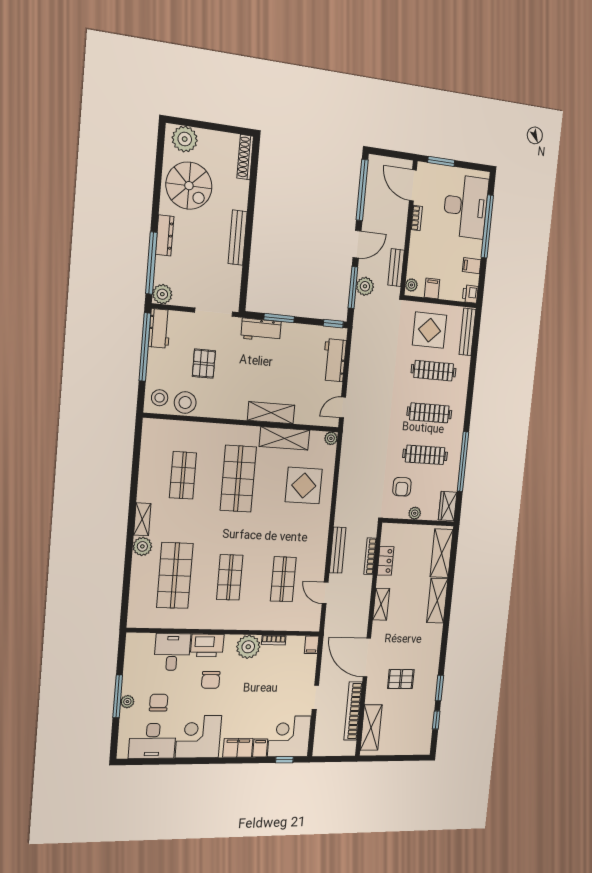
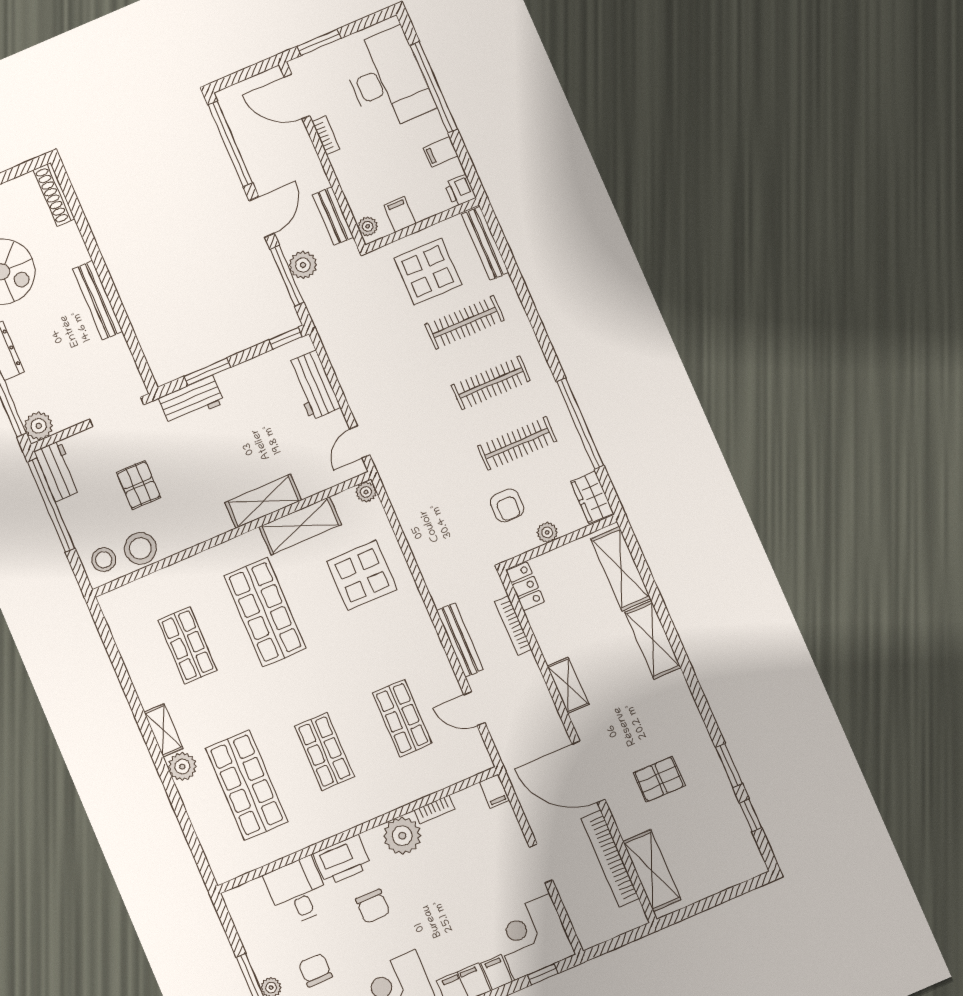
locker: (385, 561) -> (525, 586), moved

